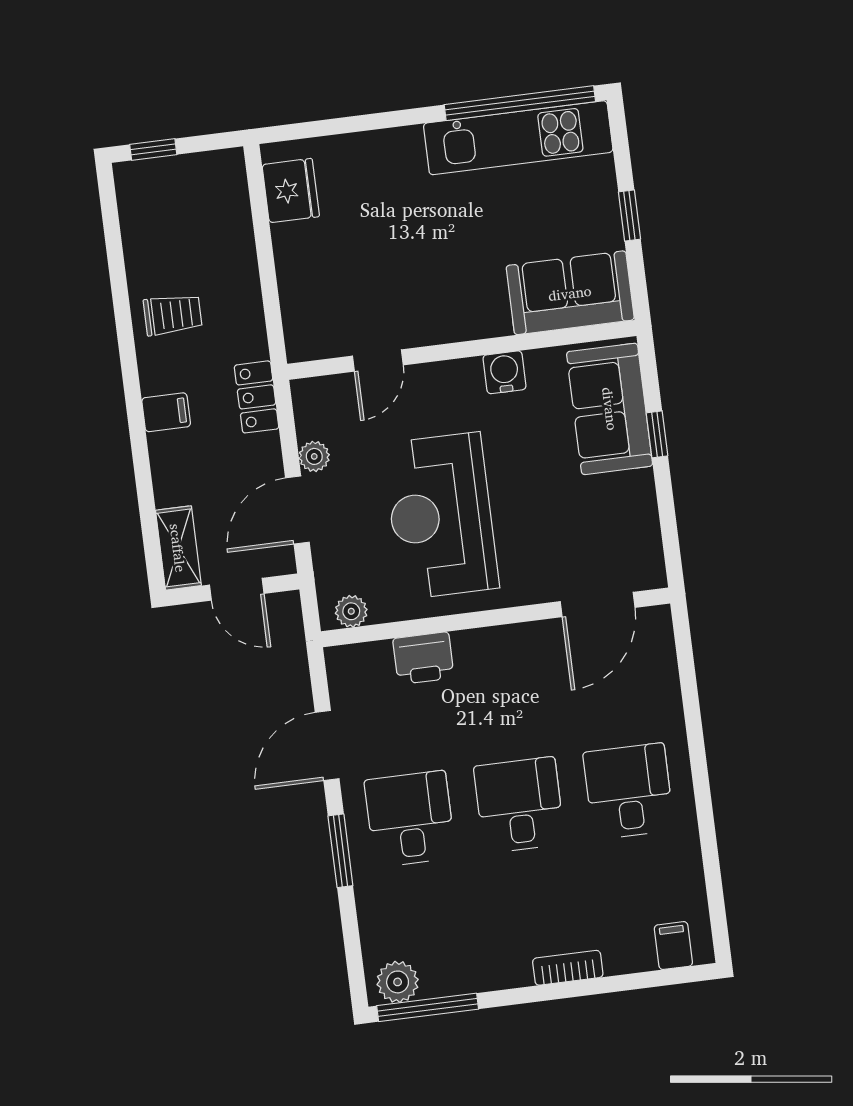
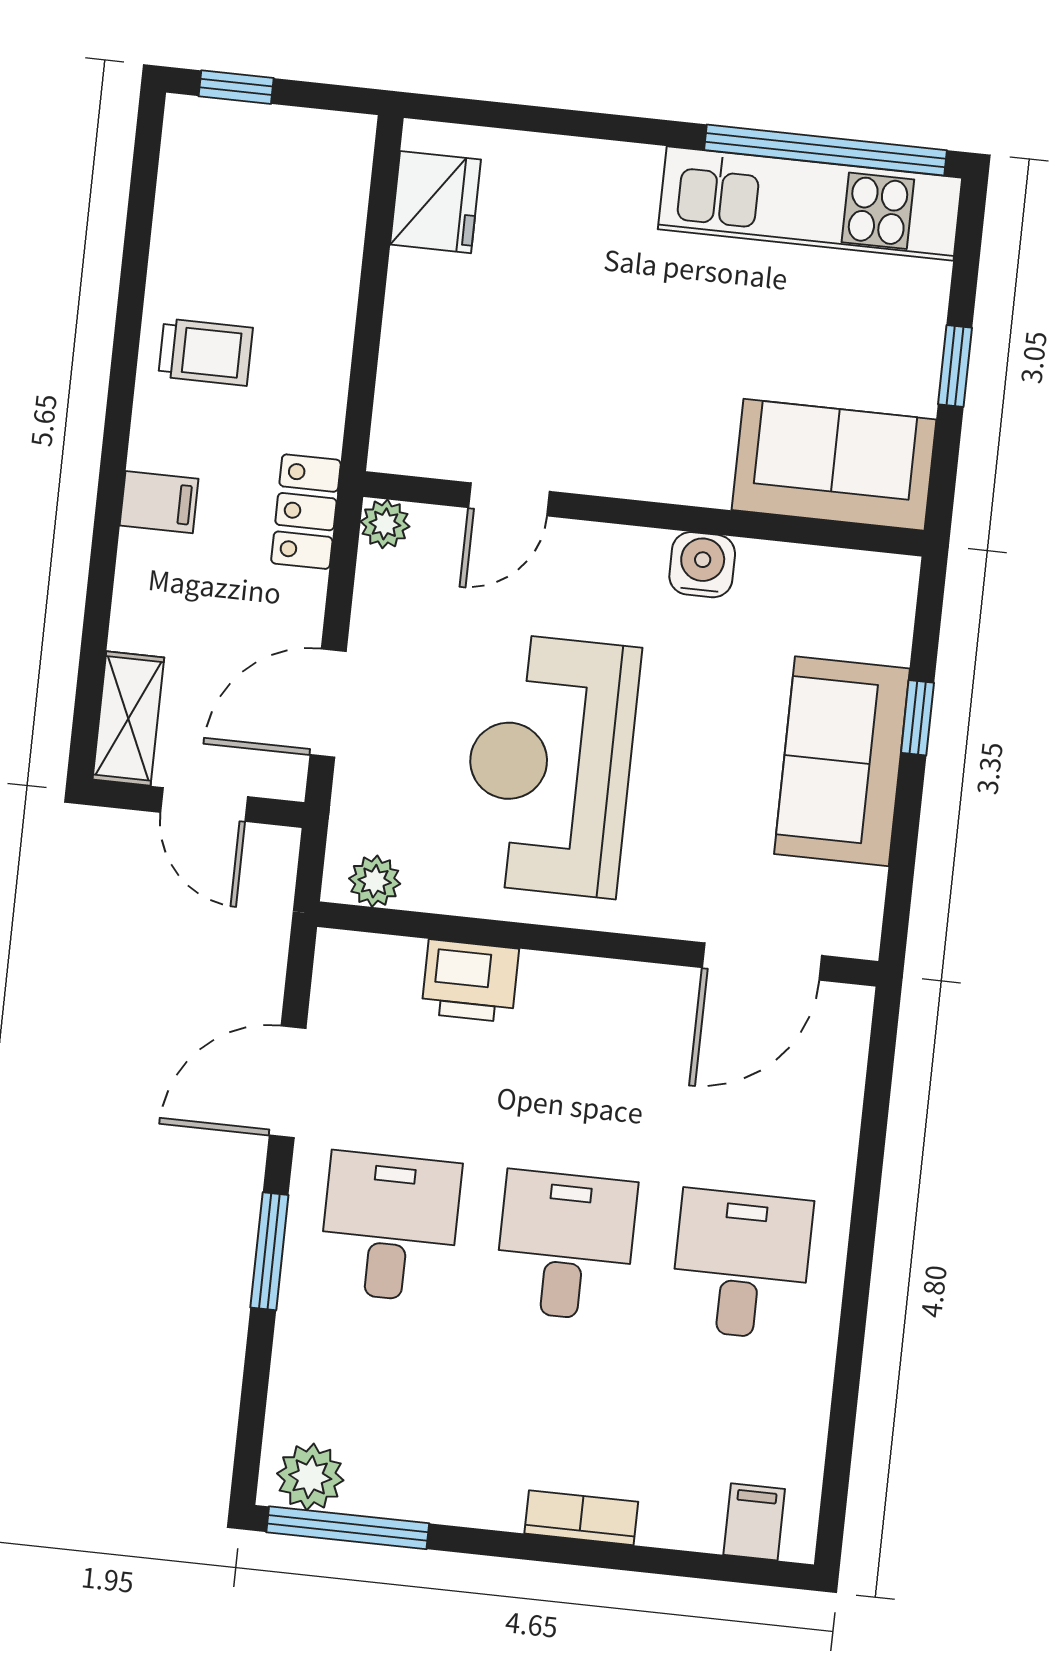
sofa: (610, 409) -> (842, 761), moved
plant: (314, 456) -> (385, 524), moved

